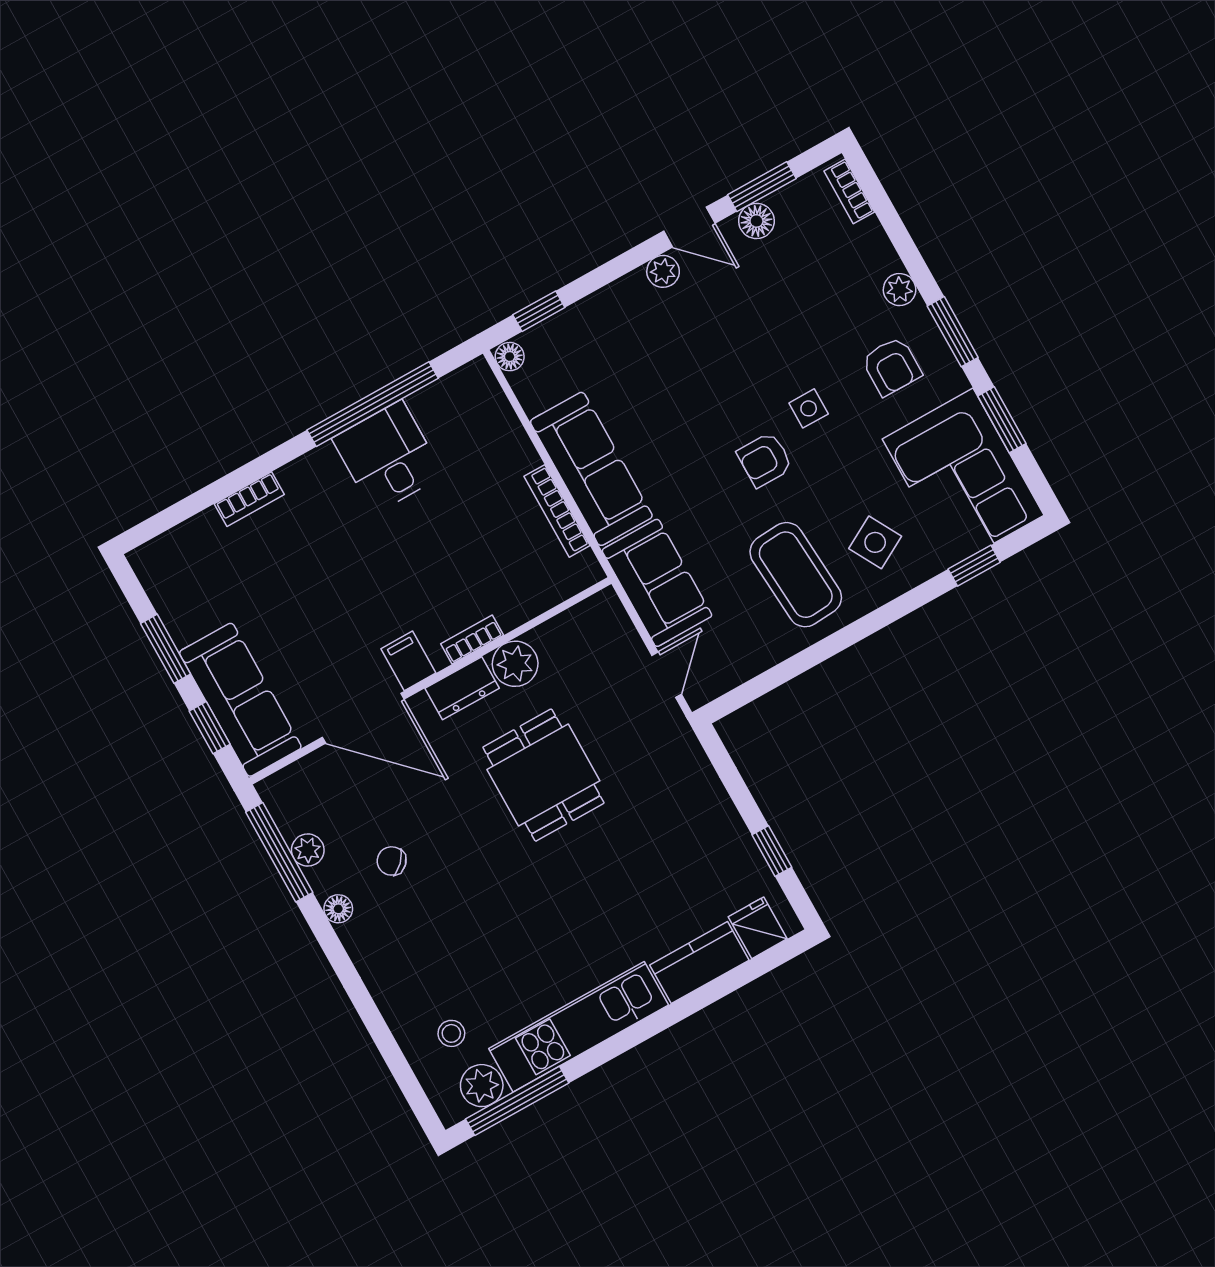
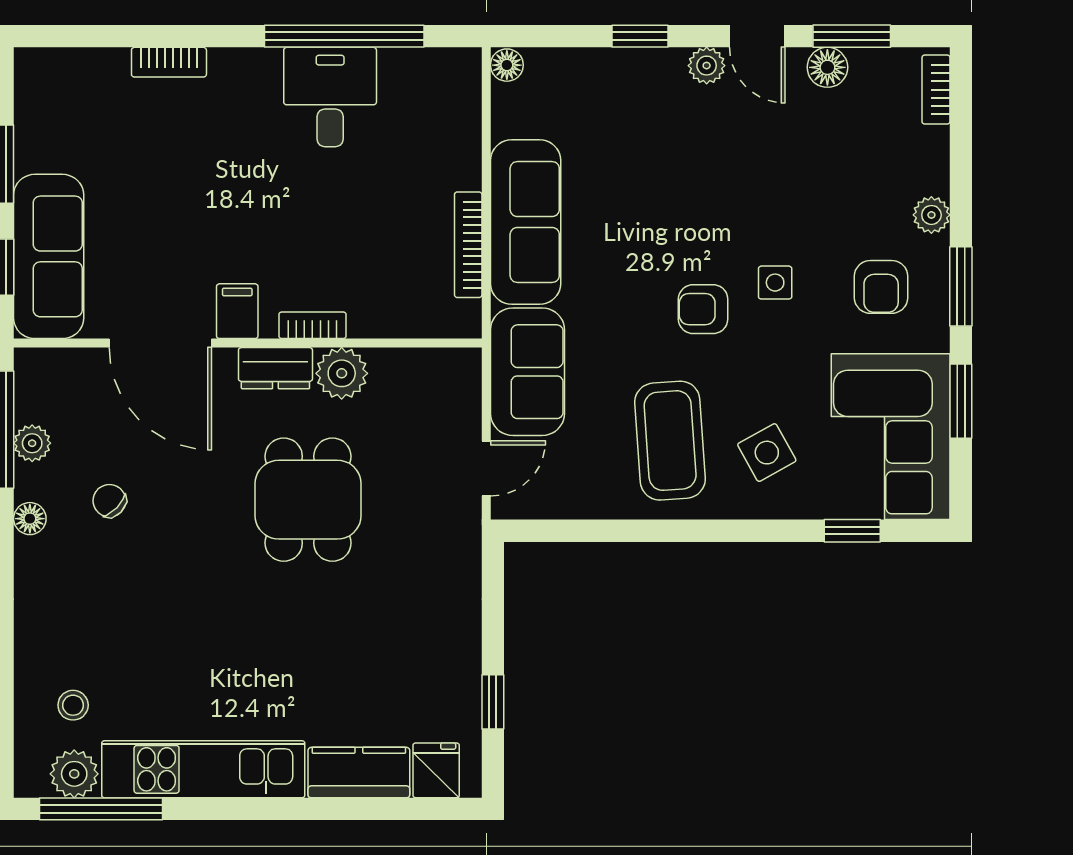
window: (539, 311) -> (640, 36), moved

